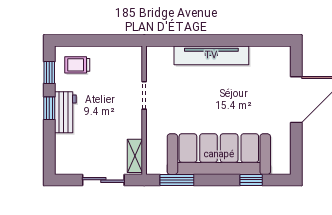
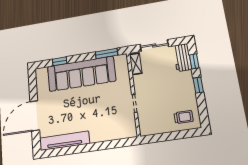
tv unit: (211, 55) -> (64, 141), moved
window: (49, 73) -> (194, 61), moved
workbench: (65, 112) -> (182, 58), moved

